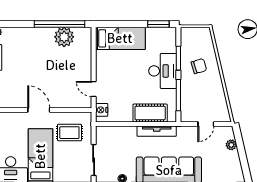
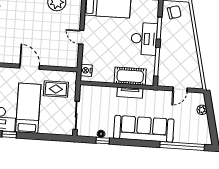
chair: (199, 66) -> (174, 12), moved
door: (94, 89) -> (81, 37), moved
tv unit: (157, 131) -> (130, 93), width x0.71

